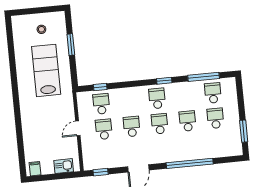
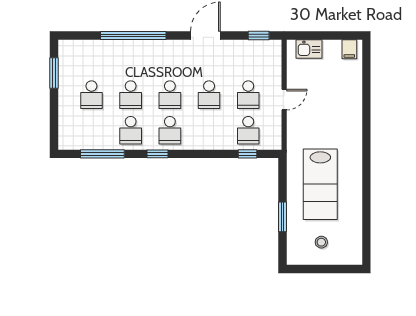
school desk: (213, 93) -> (131, 130), moved

